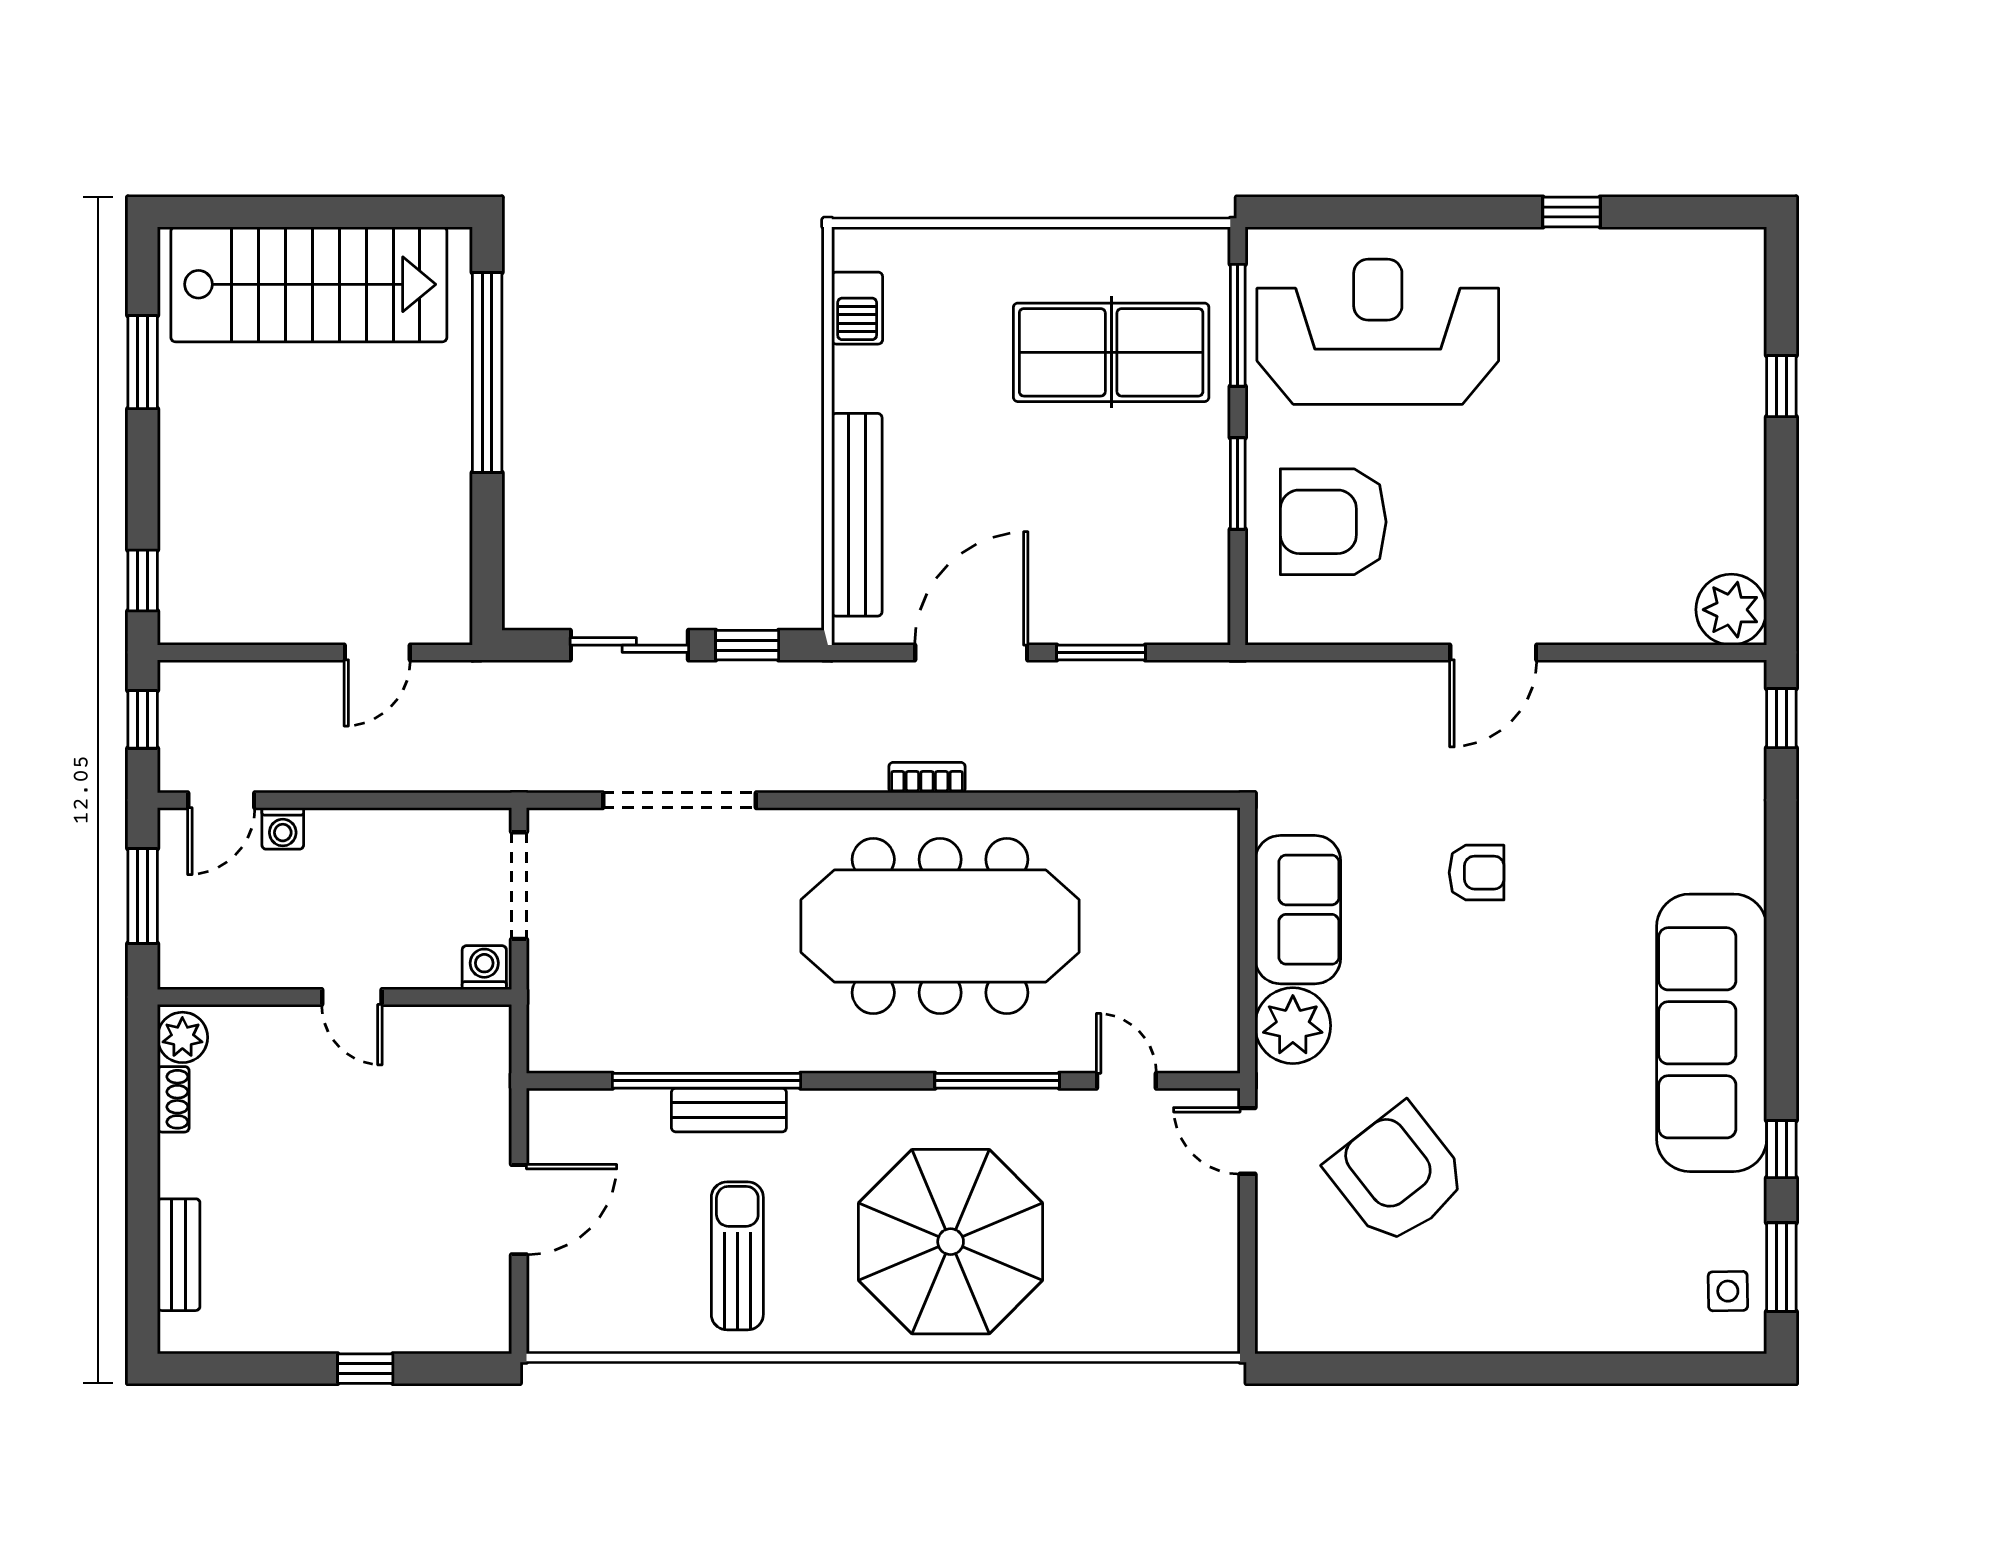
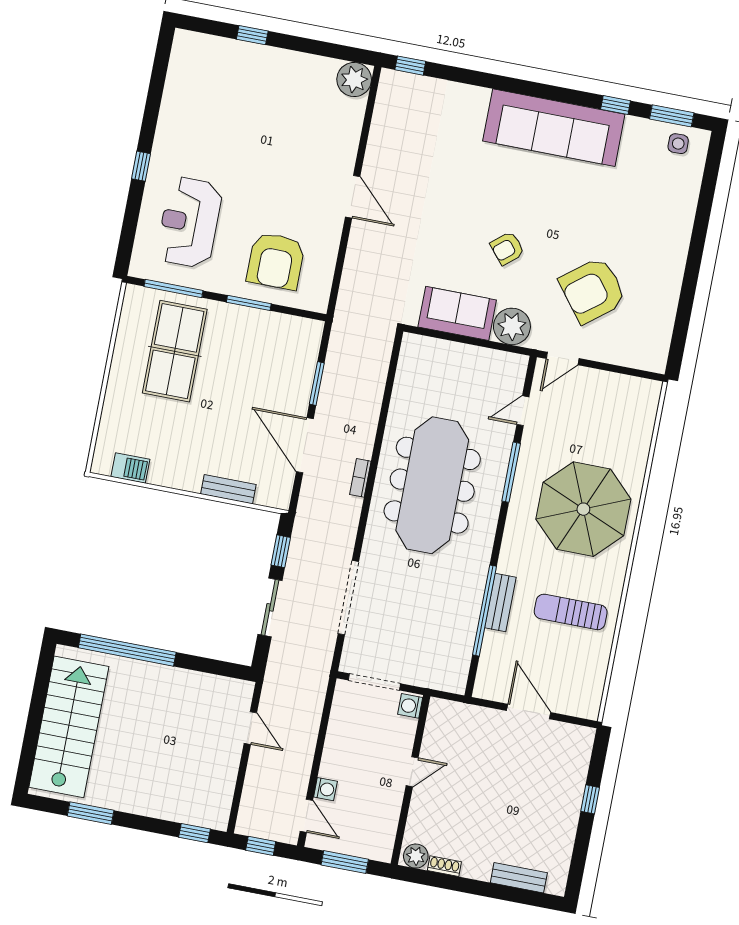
window: (1572, 212) -> (141, 166), moved
reception desk: (1378, 332) -> (189, 222), width x0.74, depth x0.77
bench: (857, 515) -> (228, 489), width x0.54, depth x0.82
armchair: (1477, 873) -> (507, 248), moved, turned -130

